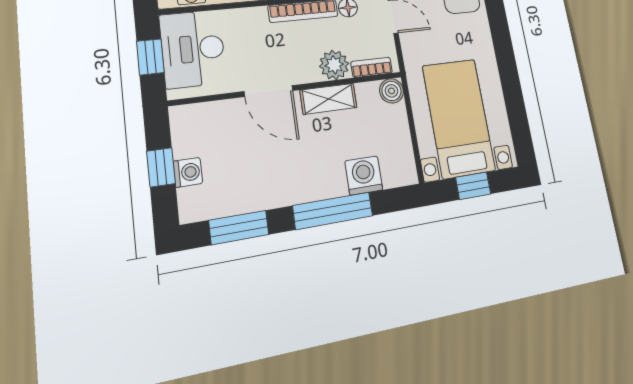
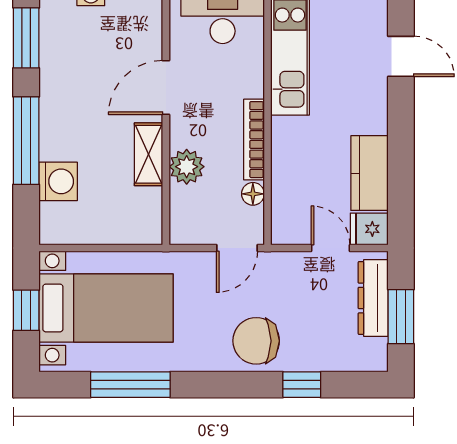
bookcase: (372, 67) -> (179, 211), removed
window: (512, 90) -> (130, 385), added
boiler: (391, 91) -> (148, 230), removed

